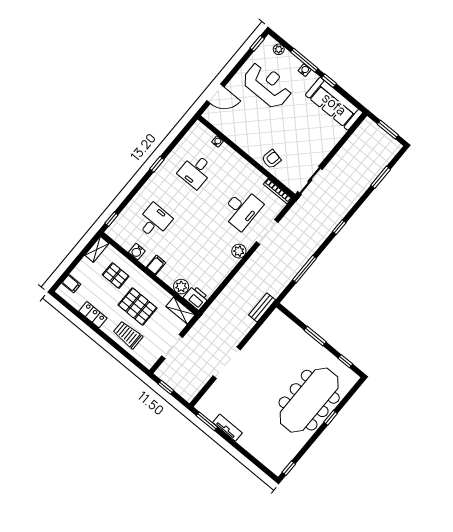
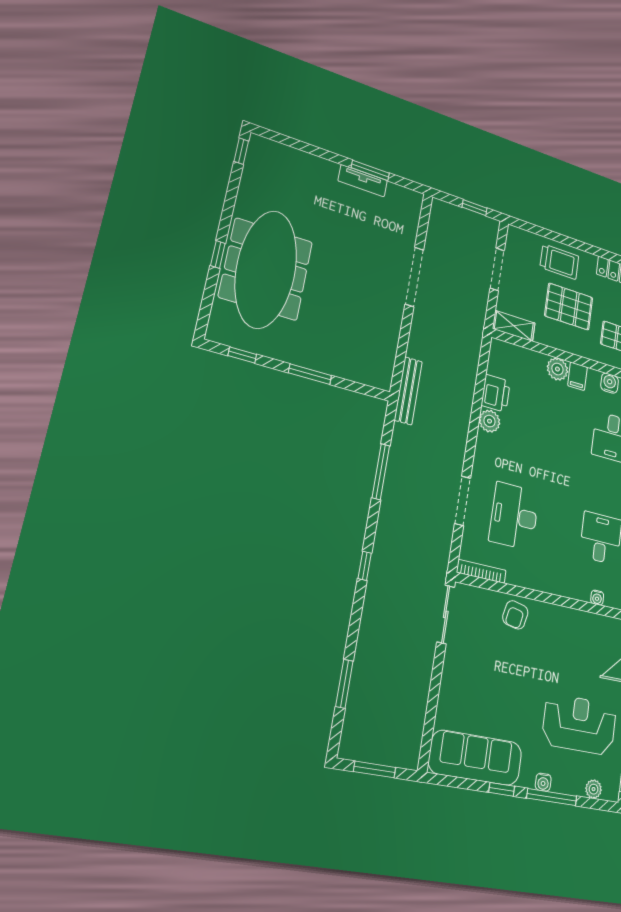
reception desk: (267, 85) -> (579, 724), turned 180
plant: (239, 251) -> (490, 421), moved
plant: (181, 287) -> (557, 369), moved
printer: (196, 298) -> (496, 393), moved, turned -90
bench: (262, 307) -> (408, 391), width x1.36
window: (207, 421) -> (370, 170), moved

